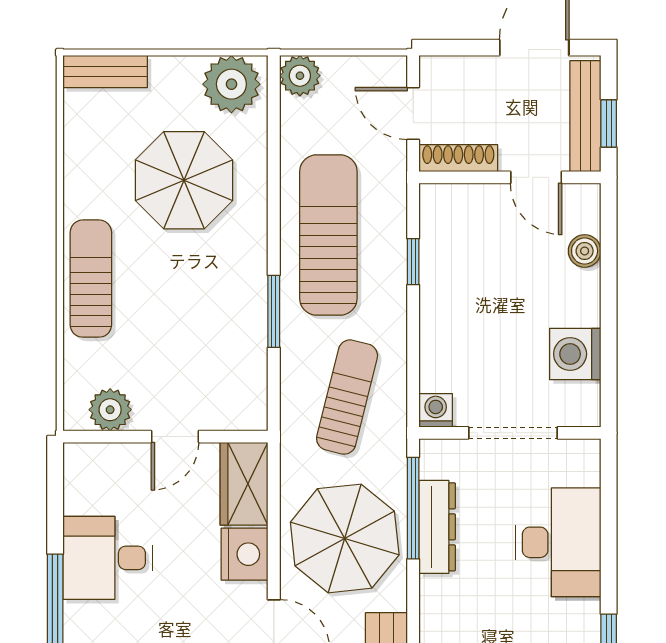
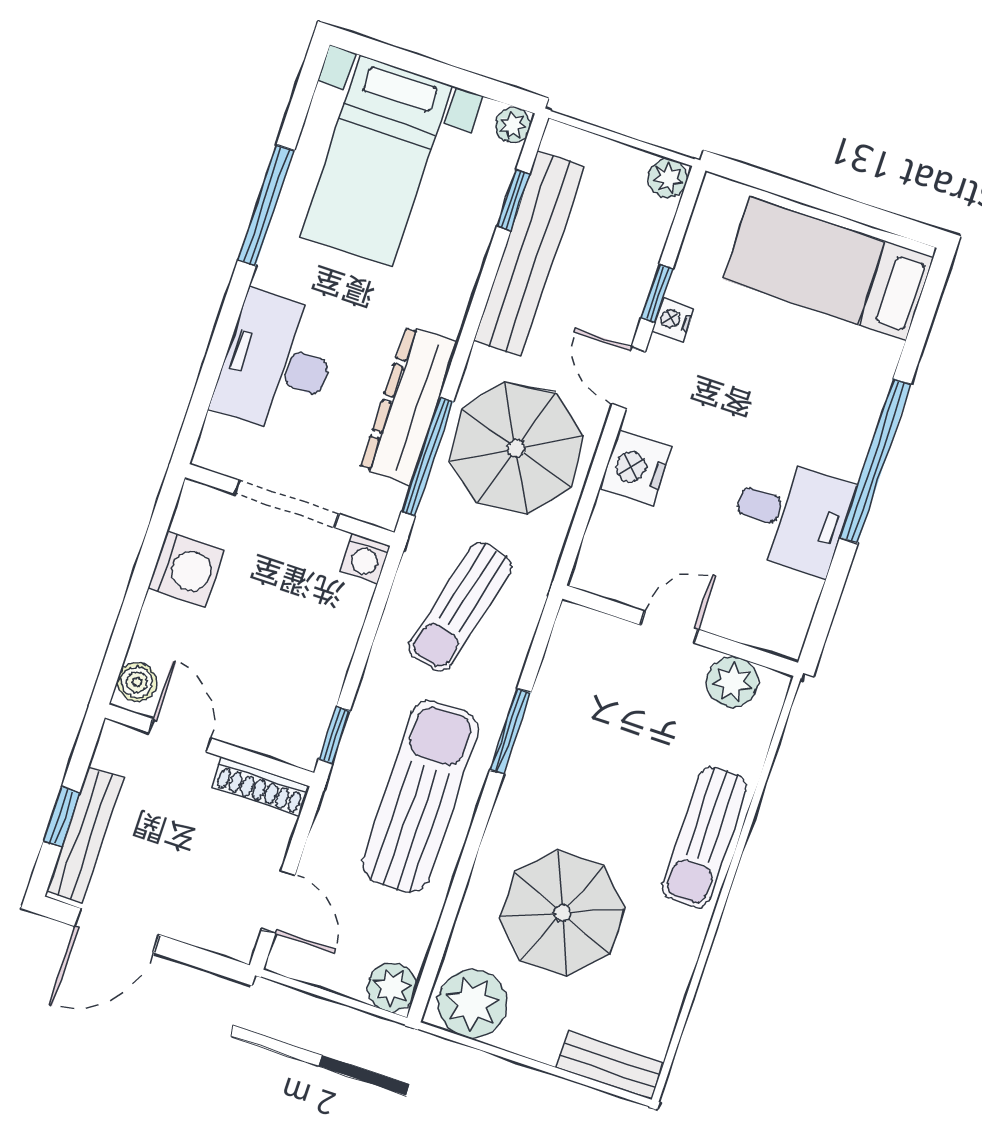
shoe rack: (458, 158) -> (260, 786), moved
wall: (510, 177) -> (209, 745), moved
door: (536, 177) -> (180, 735), moved
sun lounger: (328, 235) -> (420, 797), turned 180
wardrobe: (244, 484) -> (609, 548), removed
dresser: (437, 527) -> (409, 405), width x1.37, depth x1.24

